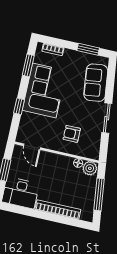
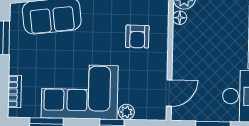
plant: (26, 117) -> (126, 112), added

